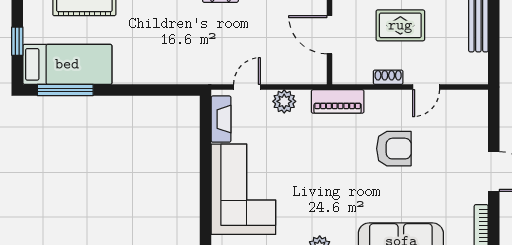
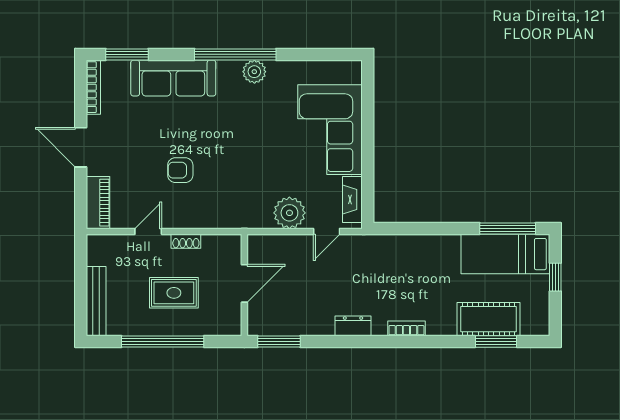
door: (330, 35) -> (244, 283), hinge flipped
plant: (284, 101) -> (289, 213), width x1.36, depth x1.36
piano: (338, 101) -> (98, 203), moved, turned 90
armchair: (394, 149) -> (180, 170), width x0.72, depth x0.72

